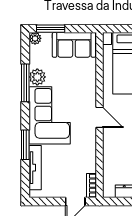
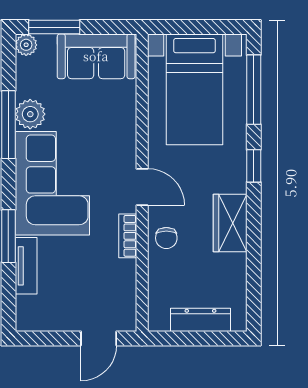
chair: (113, 146) -> (166, 238), added
tv unit: (35, 168) -> (26, 266), width x0.71
bookcase: (92, 186) -> (128, 236), moved

